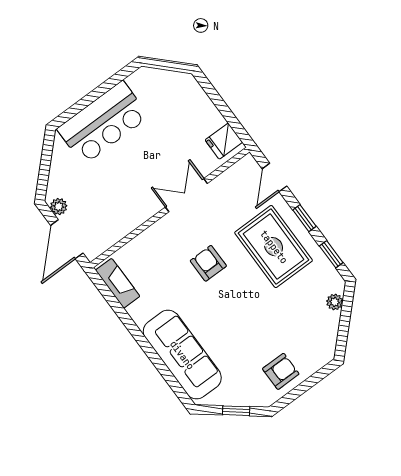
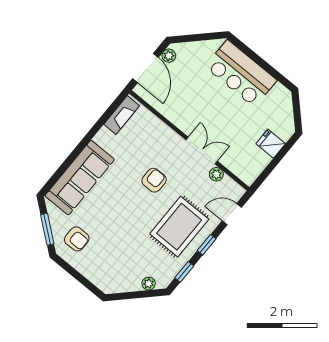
fridge: (224, 141) -> (271, 144), moved
plant: (220, 184) -> (216, 174), added
door: (67, 239) -> (145, 68), swing flipped
armchair: (281, 371) -> (77, 239), moved
window: (236, 411) -> (47, 229), width x1.50

